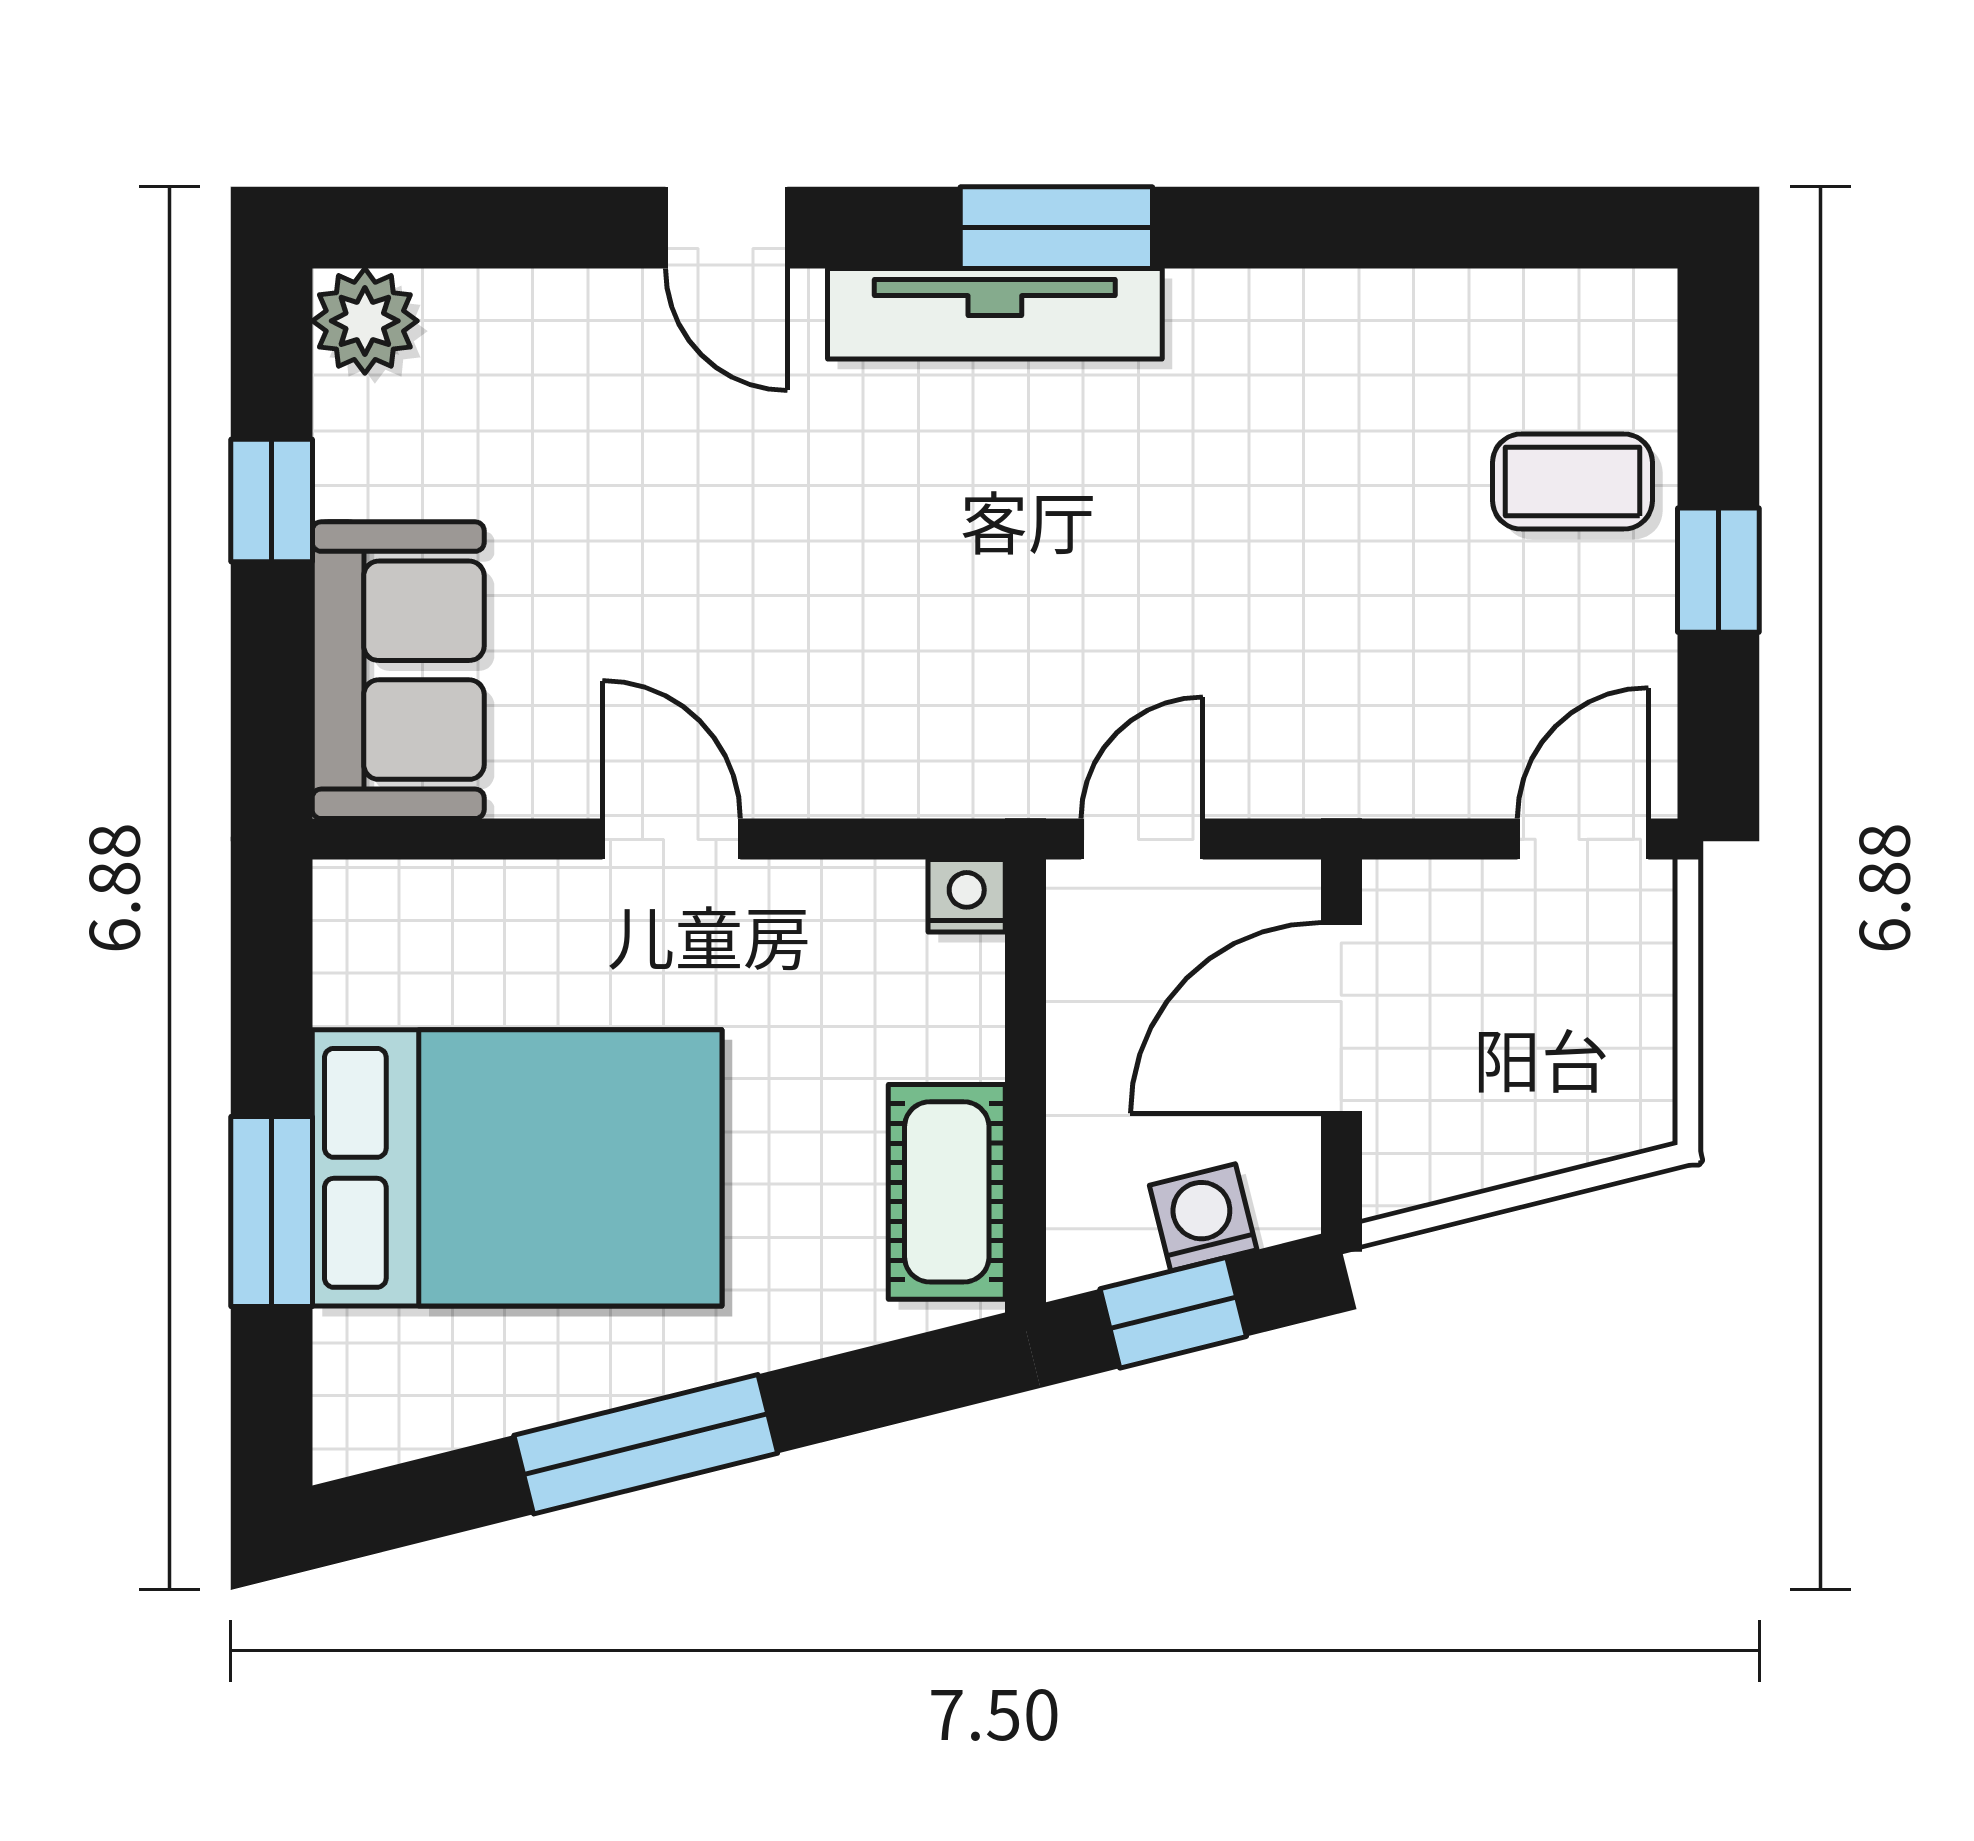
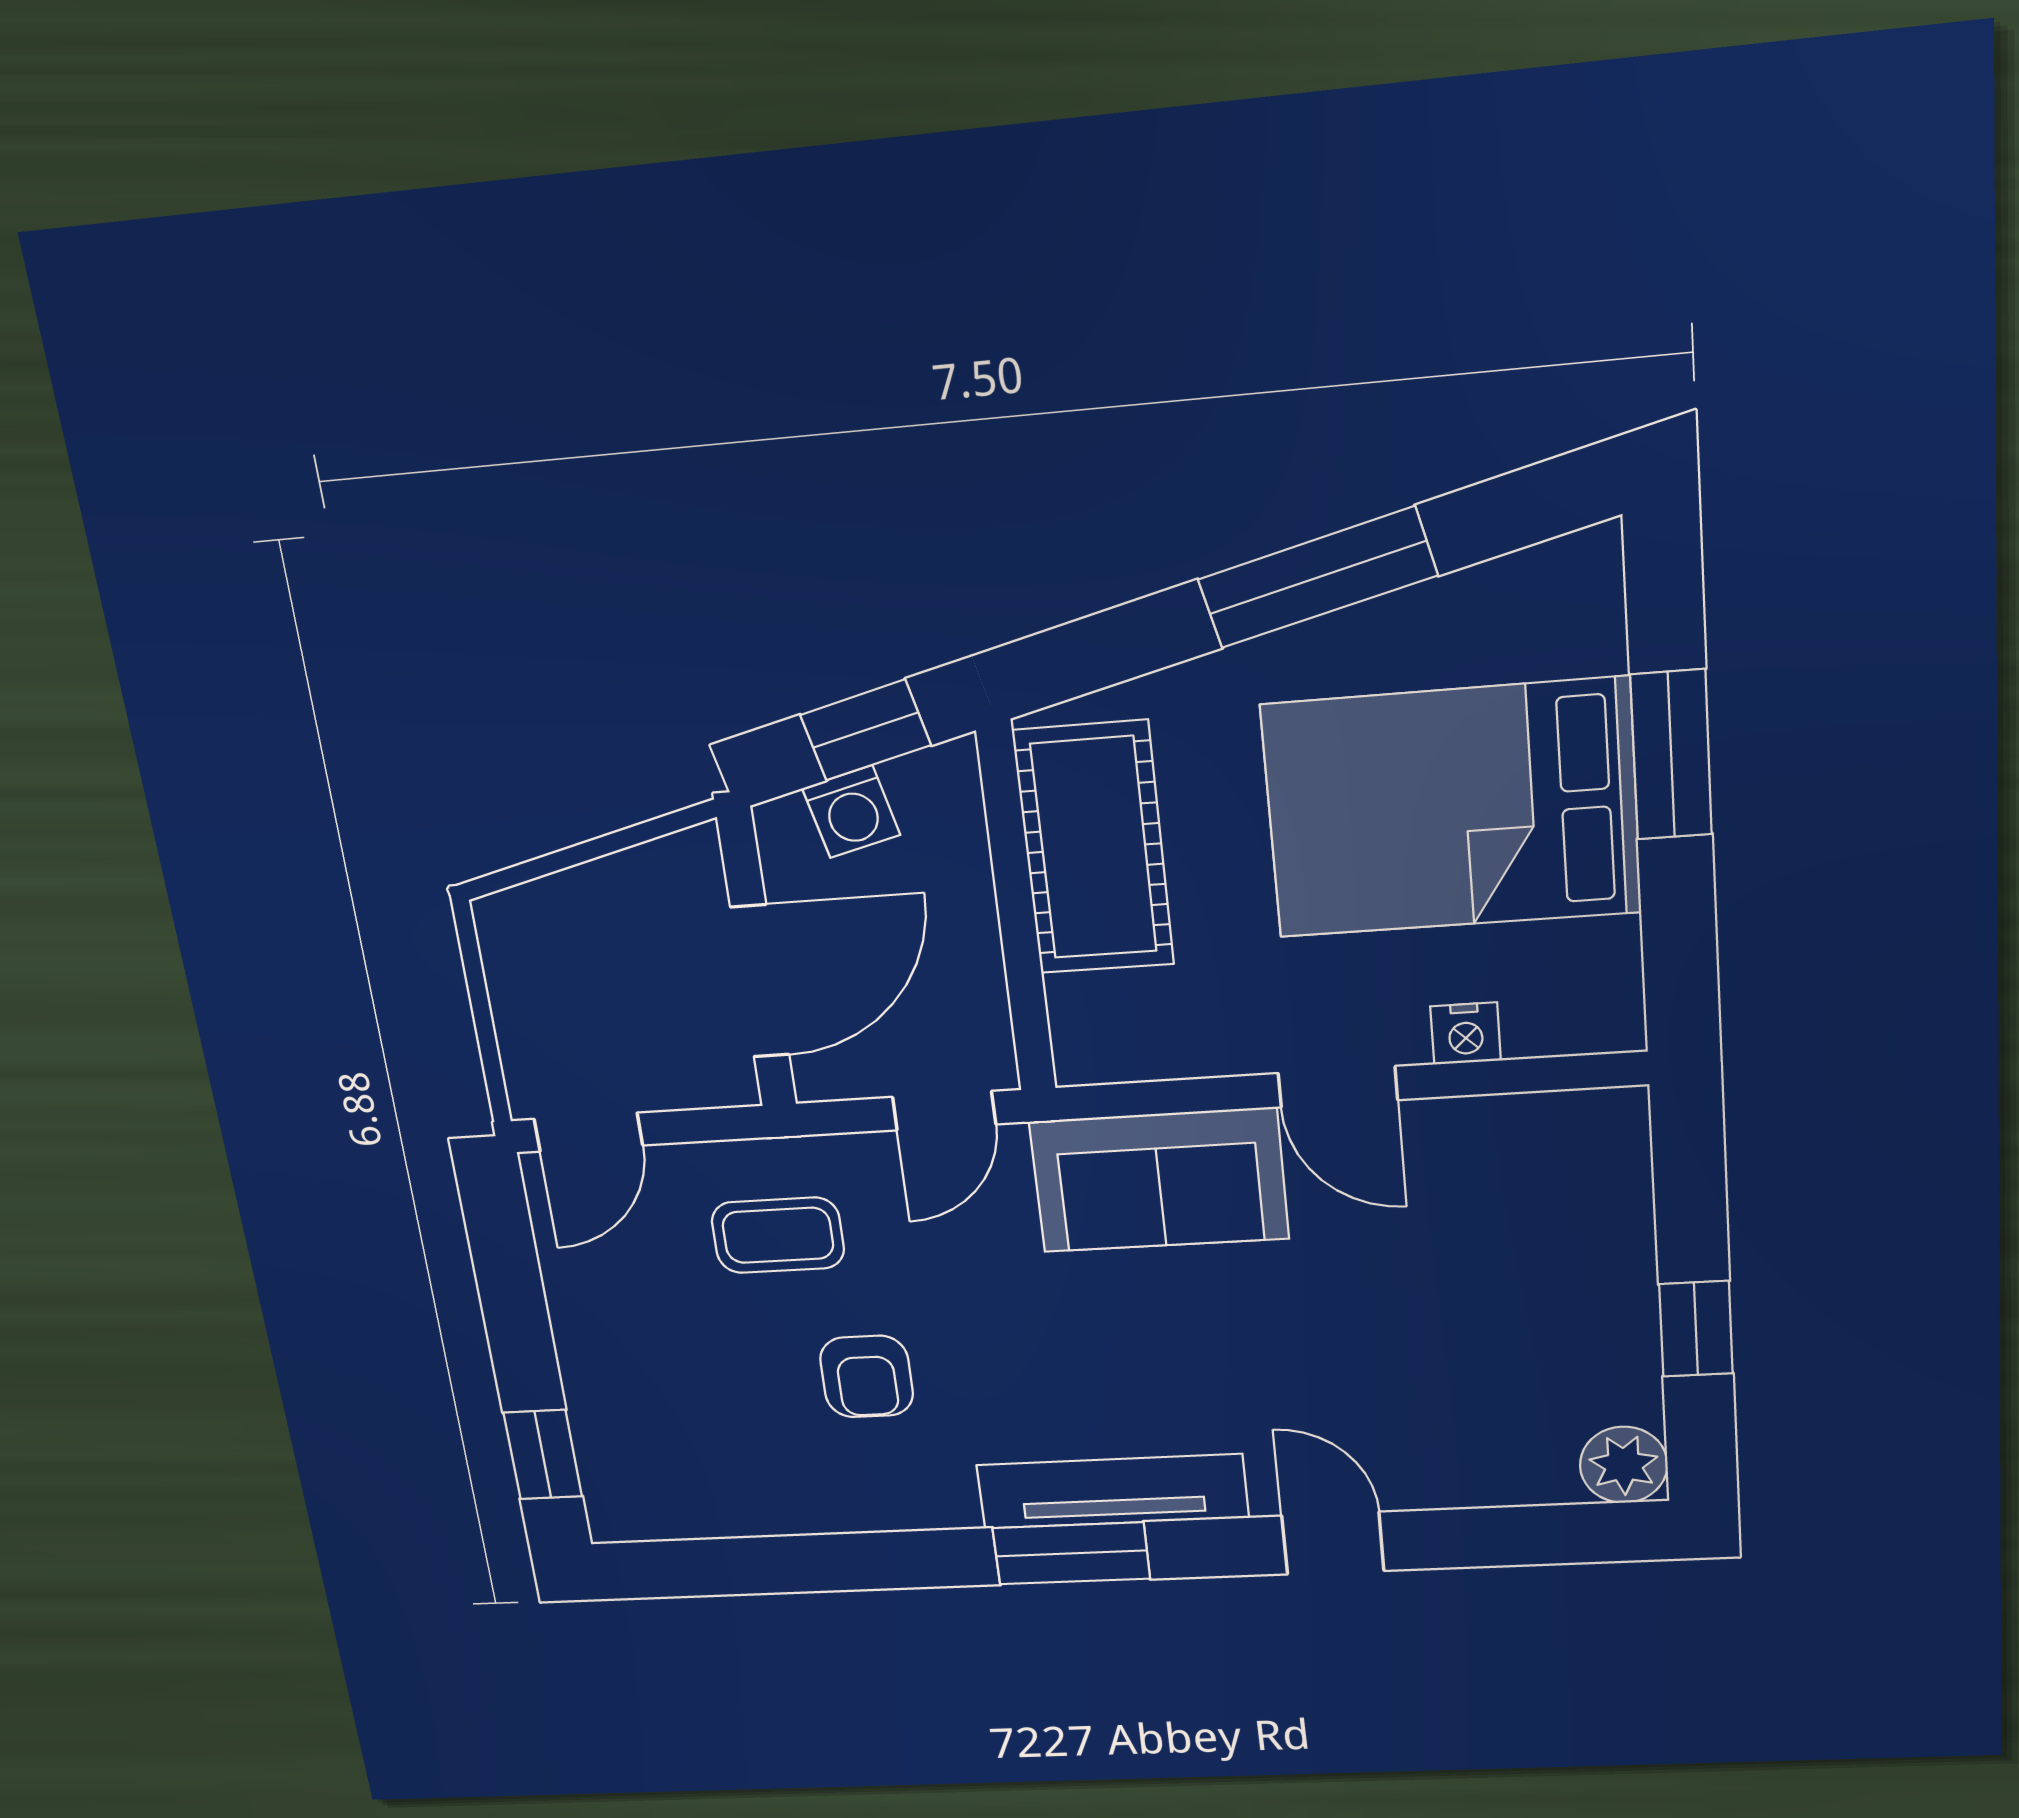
coffee table: (1573, 482) -> (778, 1235), moved
armchair: (1285, 490) -> (867, 1377), added
window: (1718, 570) -> (543, 1455), moved
sofa: (398, 670) -> (1159, 1180), moved, turned -90
nightstand: (967, 896) -> (1466, 1033), moved
cot: (947, 1192) -> (1094, 848), width x1.37, depth x1.34

